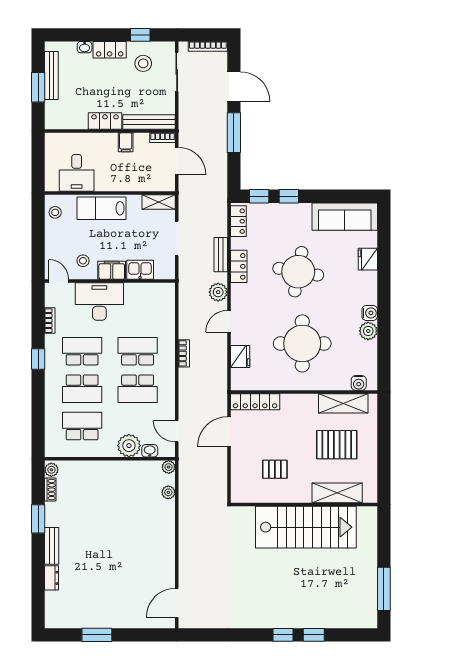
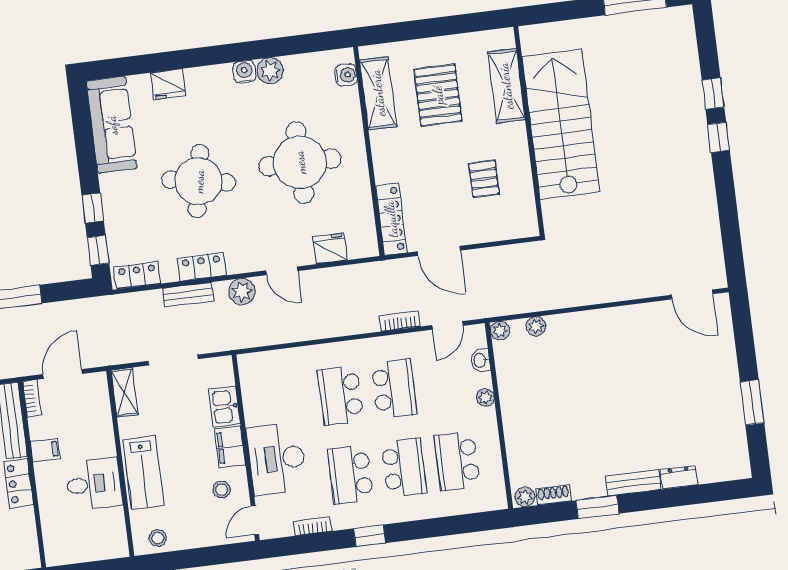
desk: (77, 173) -> (94, 484), moved
bookcase: (184, 353) -> (400, 321), moved
plant: (129, 446) -> (485, 398), width x0.53, depth x0.53

